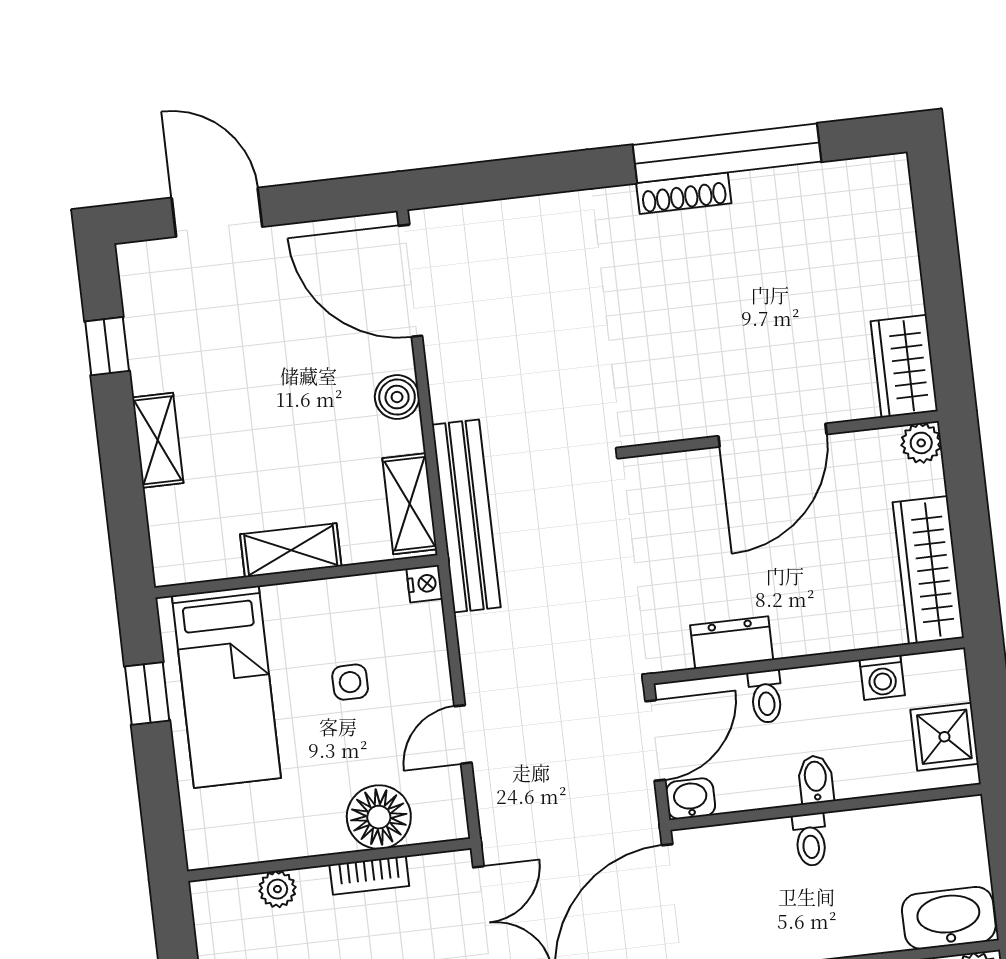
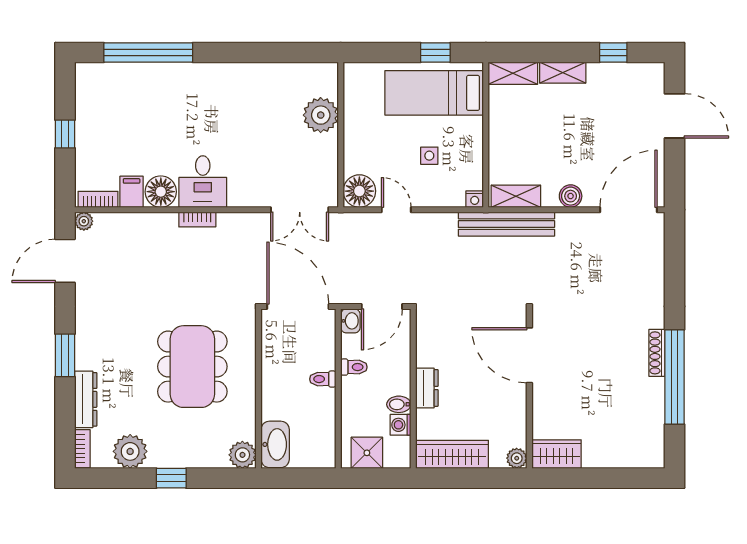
door: (217, 212) -> (674, 116), hinge flipped
door: (772, 435) -> (529, 355), moved
shelving: (291, 550) -> (513, 73), moved, turned 90
dresser: (732, 643) -> (427, 388), moved
toilet: (766, 697) -> (354, 367), moved, turned 180
door: (655, 740) -> (382, 306), hinge flipped
bidet: (816, 780) -> (399, 404), moved, turned 180
floor lamp: (379, 817) -> (359, 191), moved
bookcase: (369, 875) -> (331, 154), removed
plant: (277, 889) -> (321, 115), width x1.87, depth x1.87

